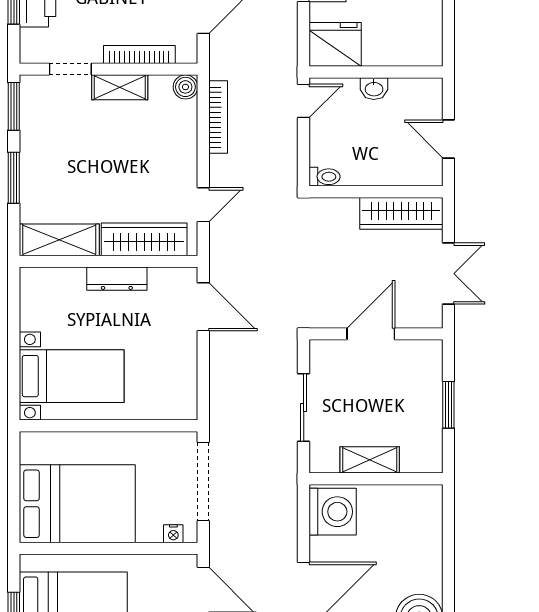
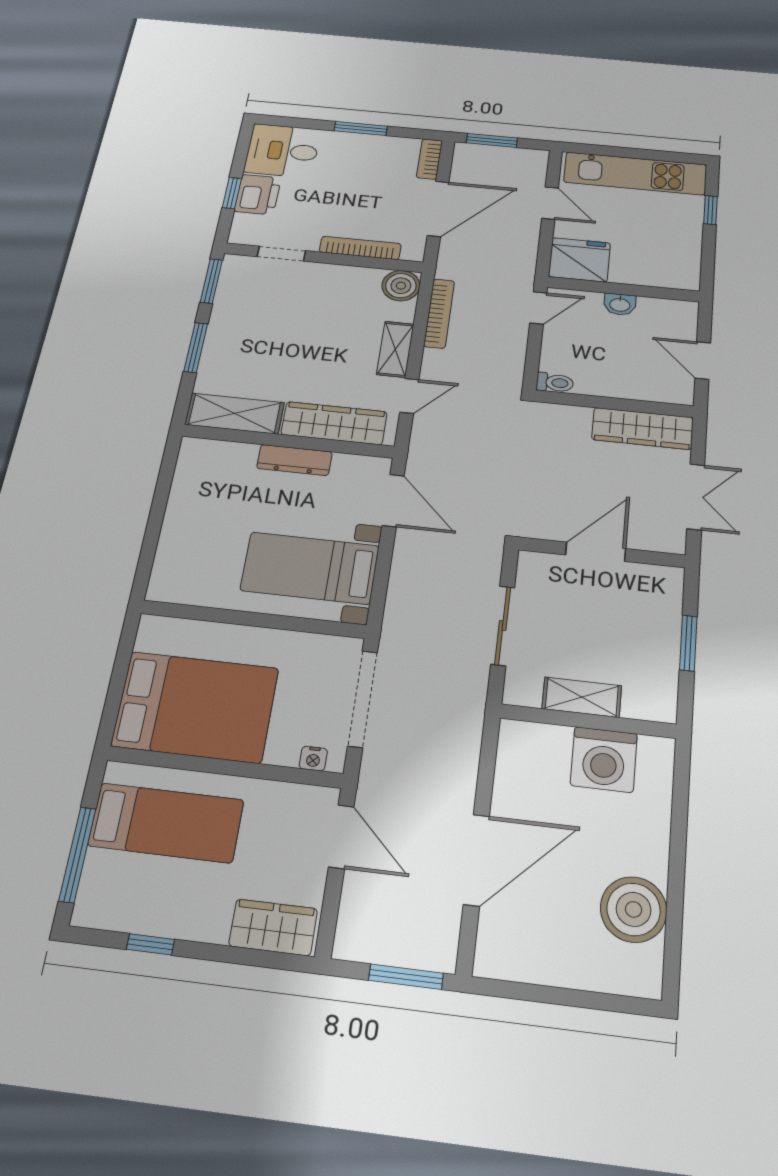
shelving: (120, 87) -> (395, 349), moved, turned 90
boiler: (185, 87) -> (401, 286), width x1.36, depth x1.36
bed with nightstands: (72, 376) -> (310, 568), moved, turned 180
washing machine: (333, 512) -> (604, 759), moved, turned 90

